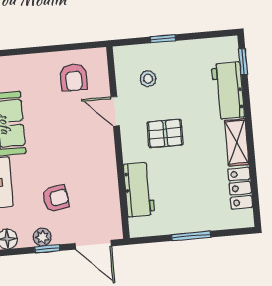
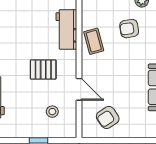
armchair: (74, 77) -> (108, 118), turned -124
coffee table: (101, 177) -> (94, 41), added

